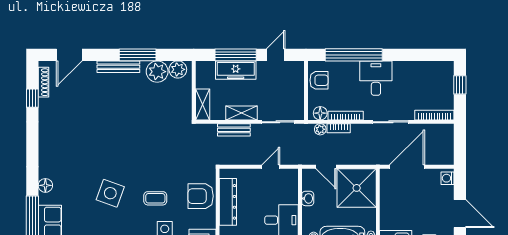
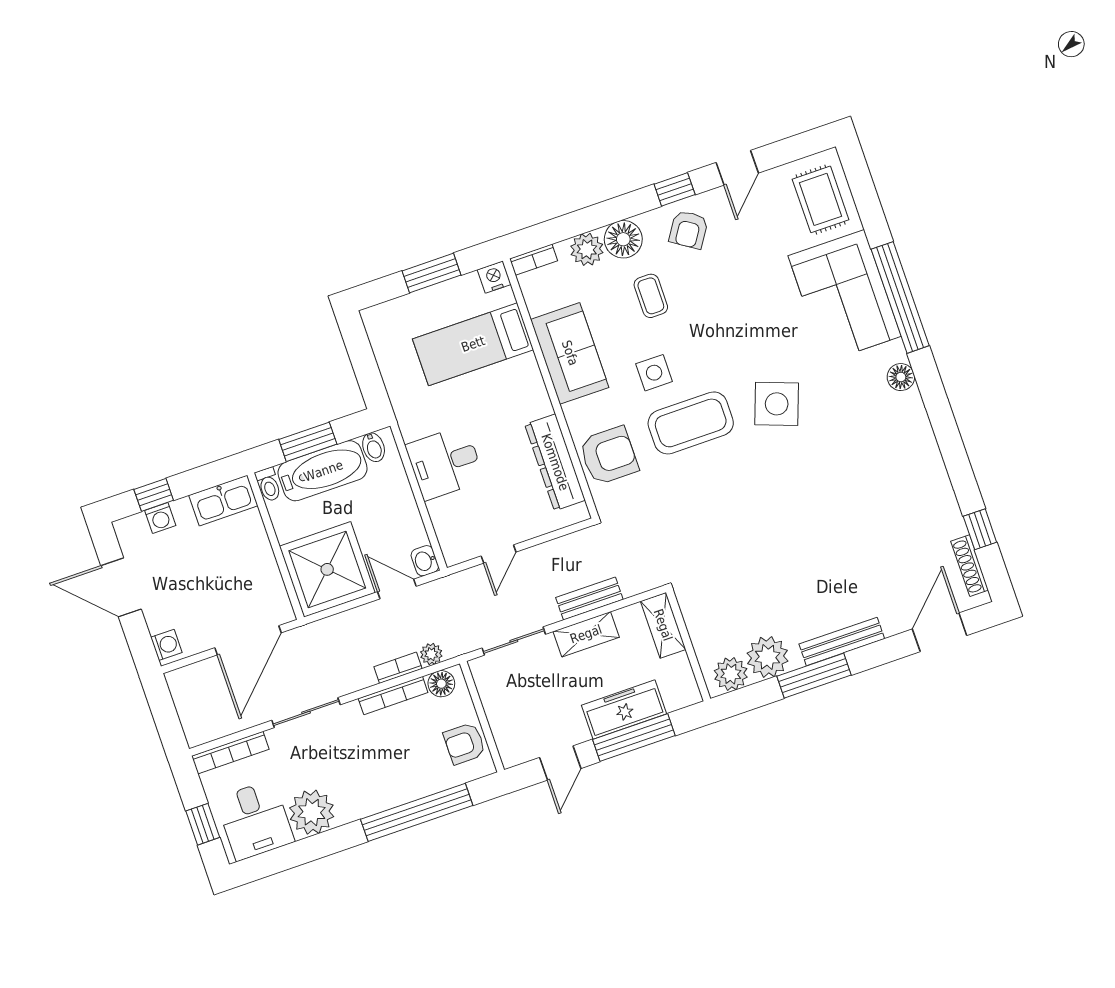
plant: (405, 72) -> (312, 812), added
desk: (376, 78) -> (255, 820), moved
coffee table: (155, 198) -> (691, 423), width x1.86, depth x1.72
washbasin: (308, 198) -> (425, 561), moved

